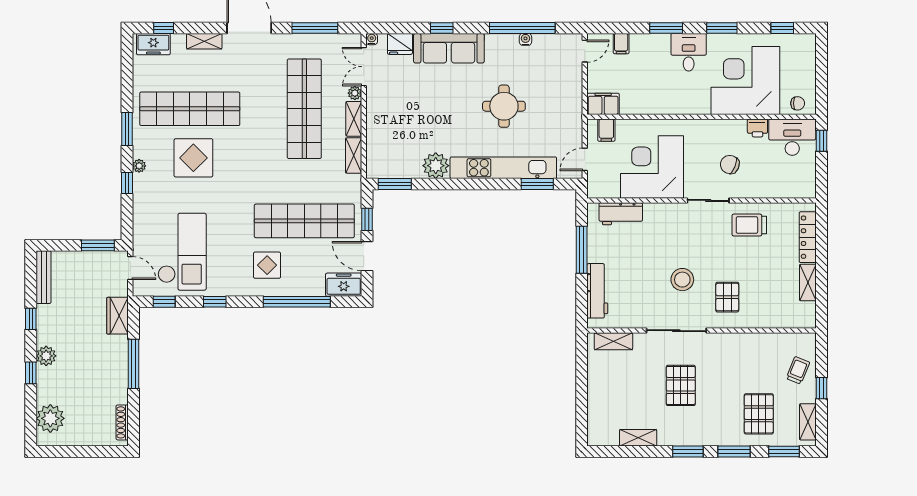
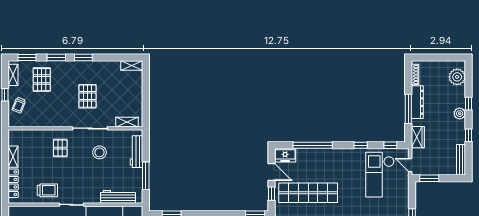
workbench: (621, 214) -> (118, 197), width x1.38
display table: (267, 265) -> (330, 167), removed
stool: (682, 280) -> (100, 152), moved
dresser: (118, 375) -> (417, 102), added
shelving: (638, 438) -> (132, 66), moved

